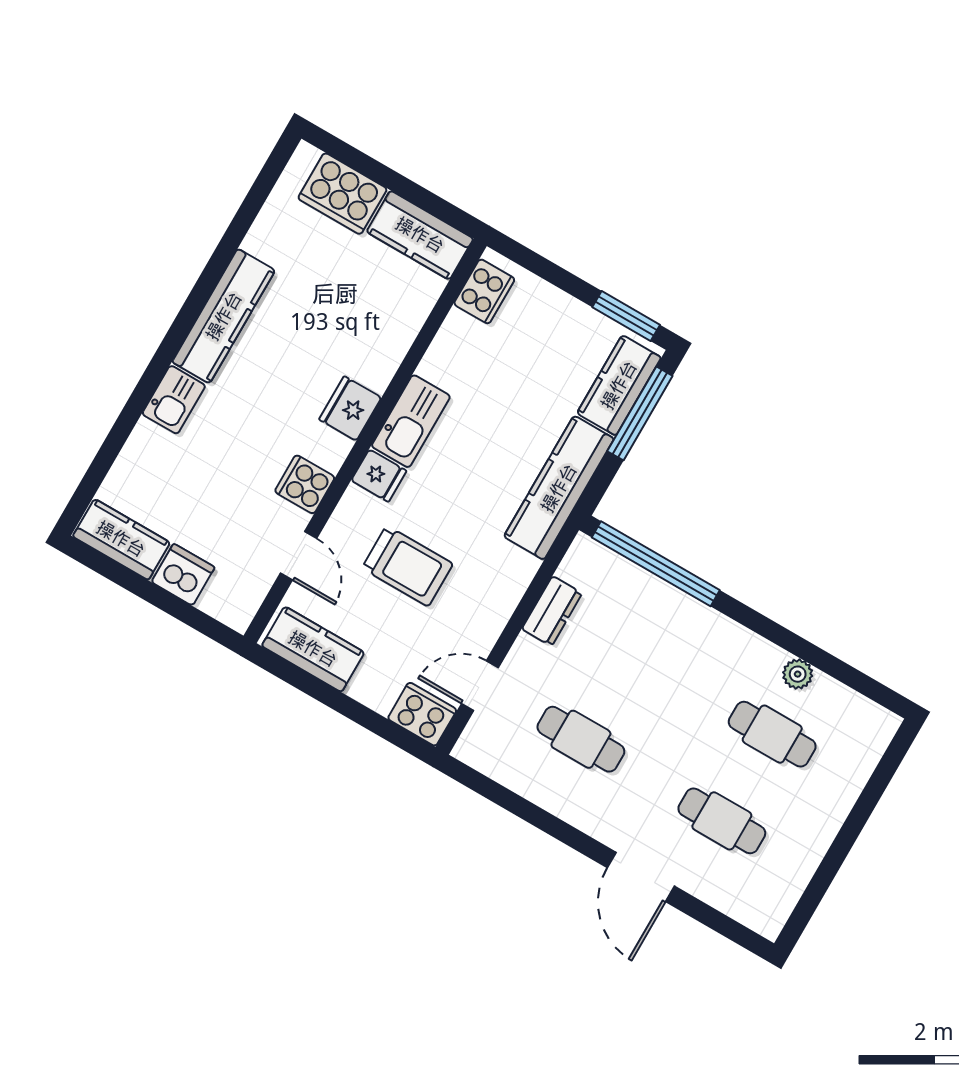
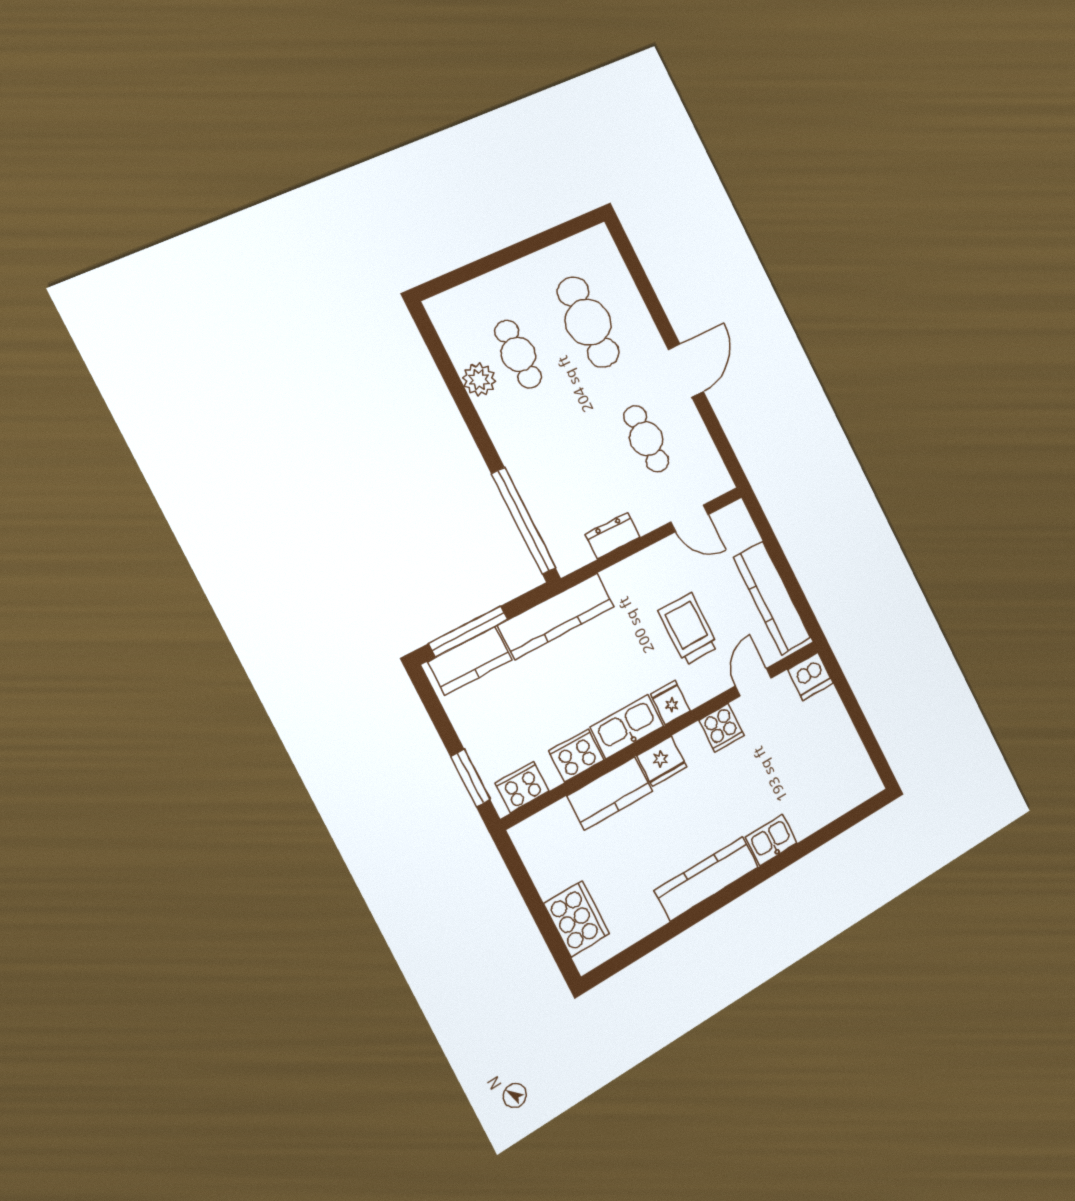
kitchen counter: (420, 235) -> (610, 793), moved, turned 90
window: (626, 316) -> (470, 778), moved
kitchen counter: (121, 539) -> (857, 766), removed
dishwasher: (183, 575) -> (810, 676), moved, turned -90
kitchen counter: (313, 649) -> (772, 598), width x1.50
plant: (798, 674) -> (479, 380), width x1.38, depth x1.38
cooker: (422, 714) -> (576, 755), moved, turned 90
cafe table: (722, 821) -> (588, 322), width x1.37, depth x1.35
door: (641, 877) -> (686, 370), moved

